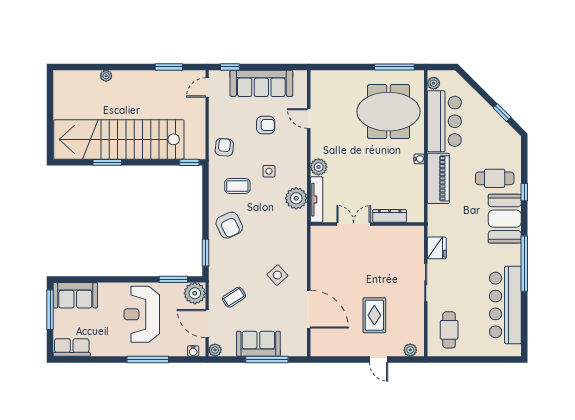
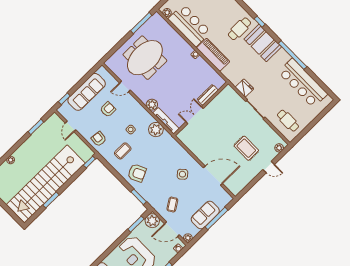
door: (207, 88) -> (71, 126), moved
meeting table: (388, 112) -> (145, 58), moved

